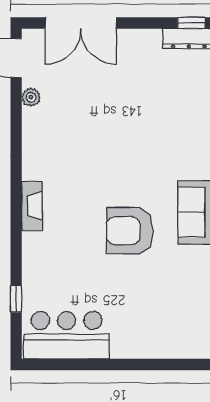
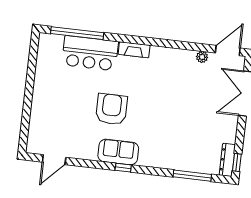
window: (16, 299) -> (77, 33), width x3.17
bar counter: (67, 335) -> (90, 53), moved, turned 90

